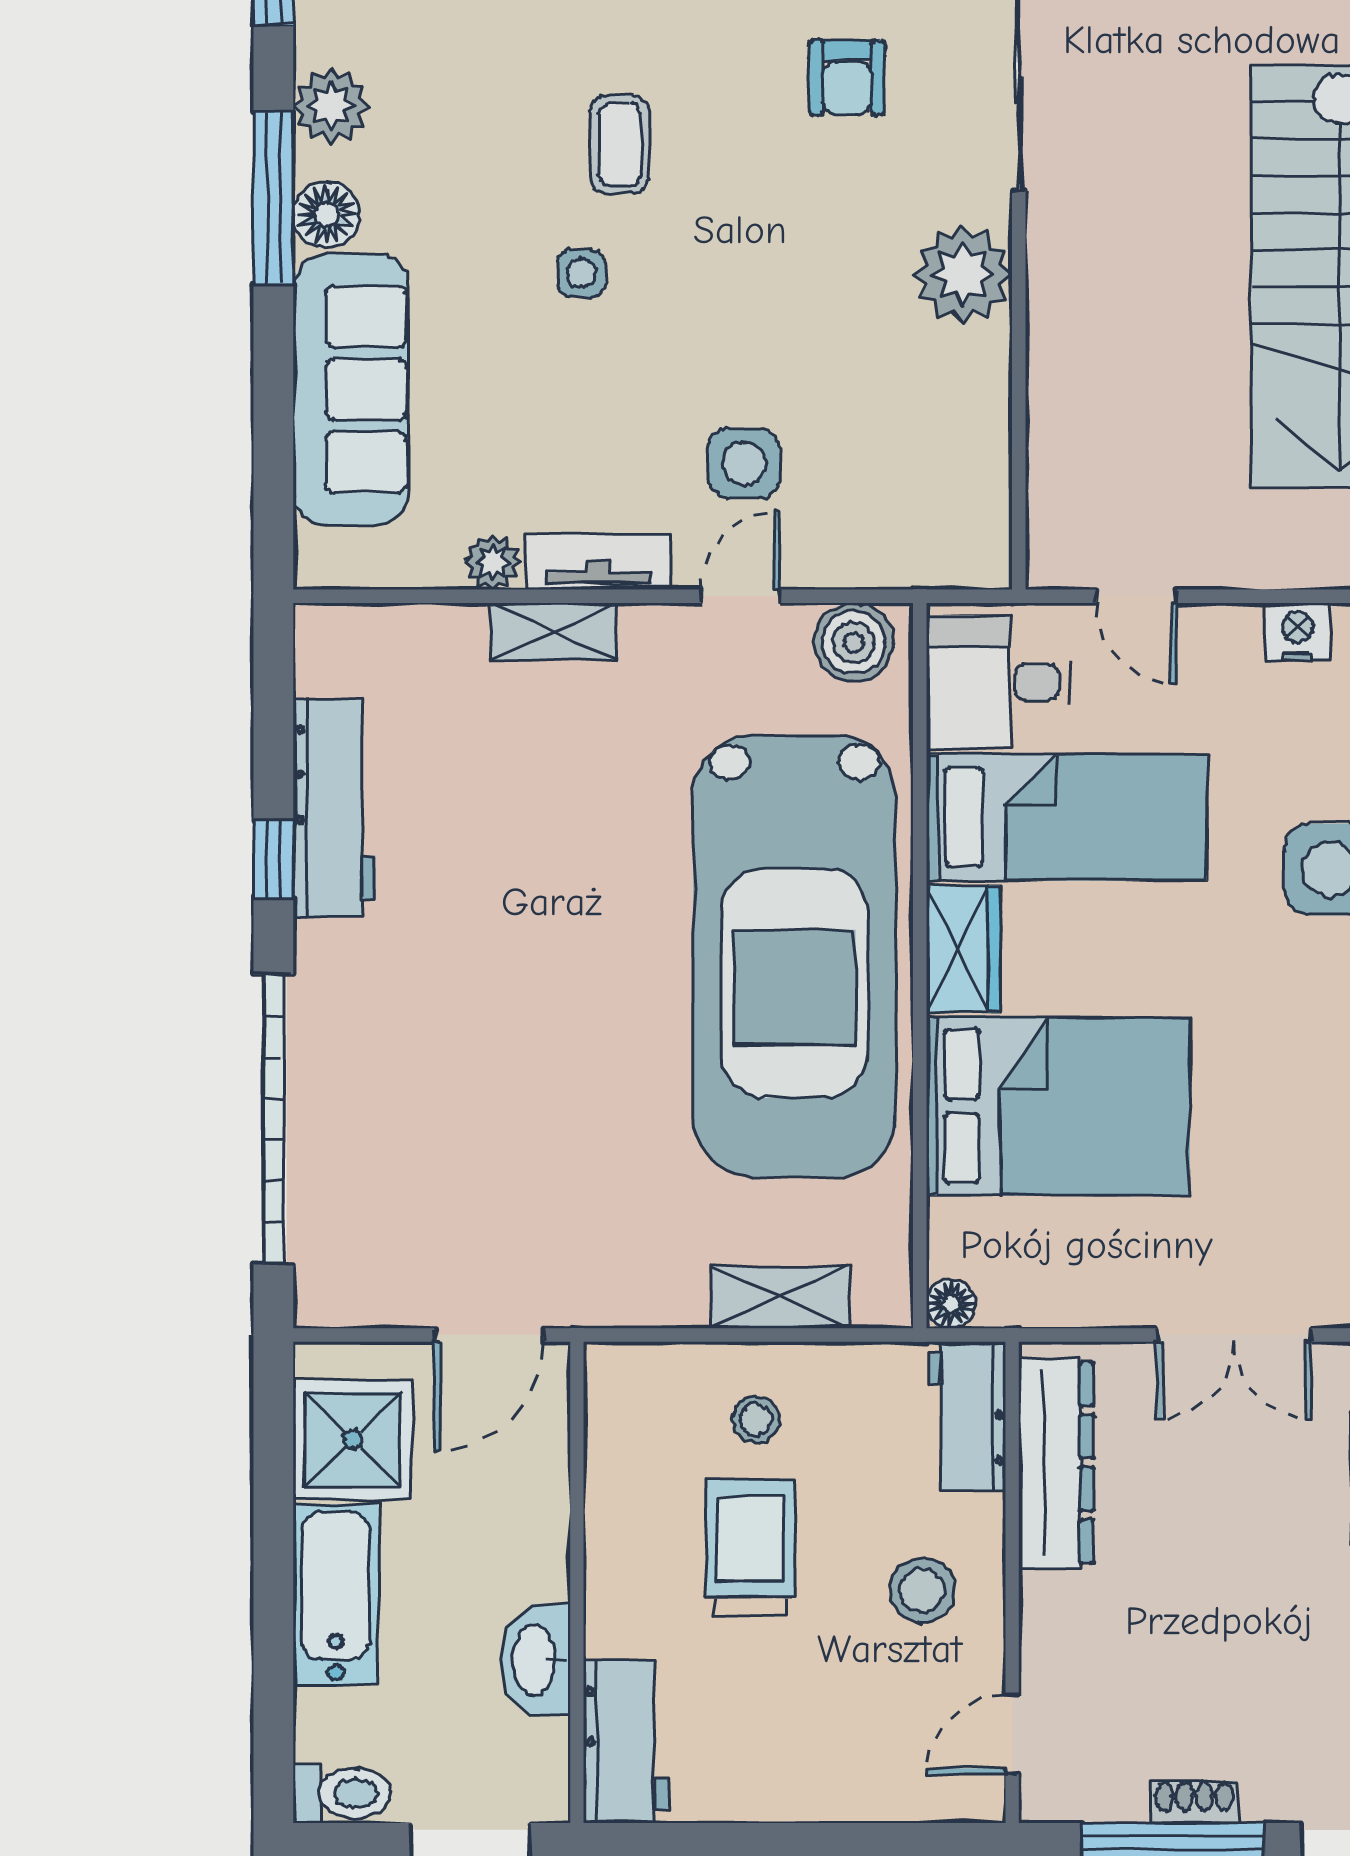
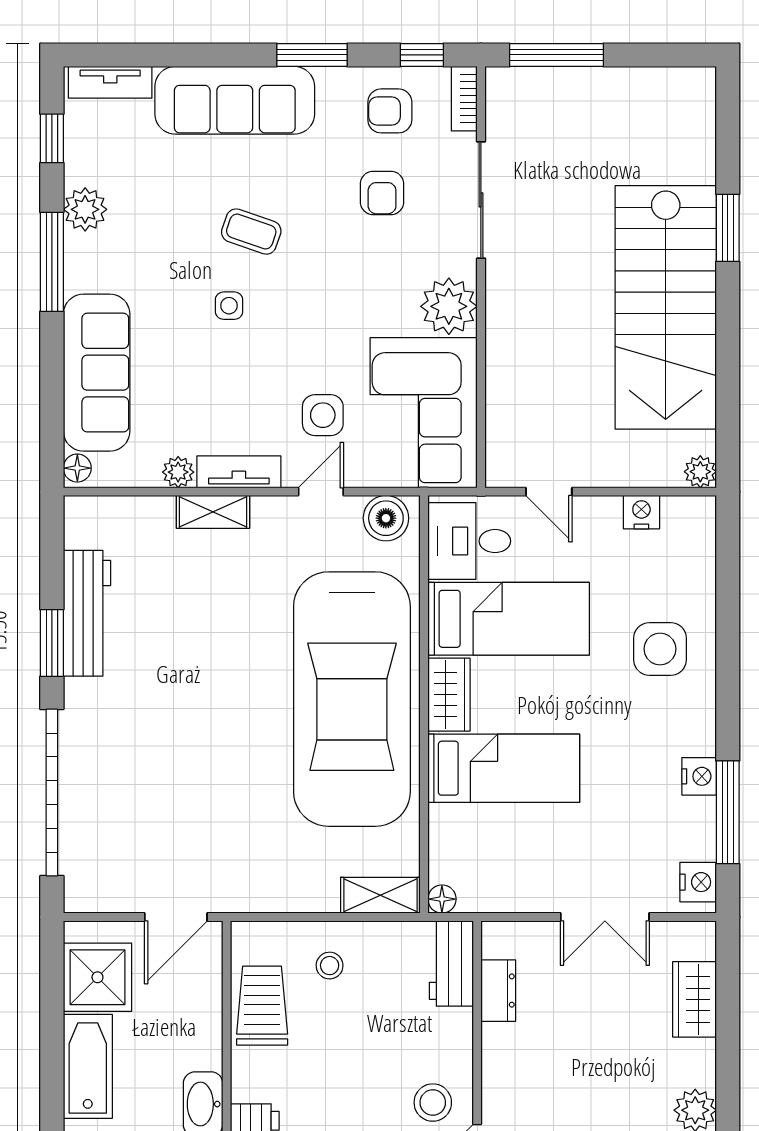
coffee table: (620, 144) -> (251, 232), turned -71
floor lamp: (327, 215) -> (77, 468), moved, width x0.73, depth x0.73
corner sofa: (919, 459) -> (424, 413), added
window: (273, 859) -> (52, 643), width x1.50
bed: (1058, 1106) -> (504, 768), width x0.67
shelving: (780, 1297) -> (380, 895), moved
dresser: (1056, 1463) -> (498, 991), width x0.51, depth x0.80
trolley: (750, 1548) -> (262, 1006), moved
stool: (922, 1590) -> (433, 1103), moved

